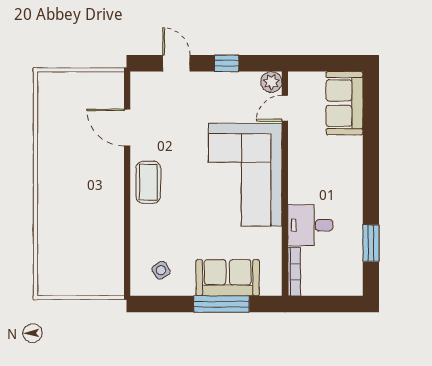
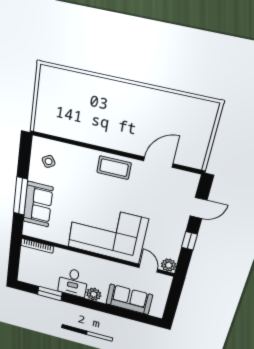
sofa: (344, 103) -> (129, 299), moved
plant: (352, 177) -> (94, 294), added
desk: (310, 225) -> (73, 282), moved, turned 180

